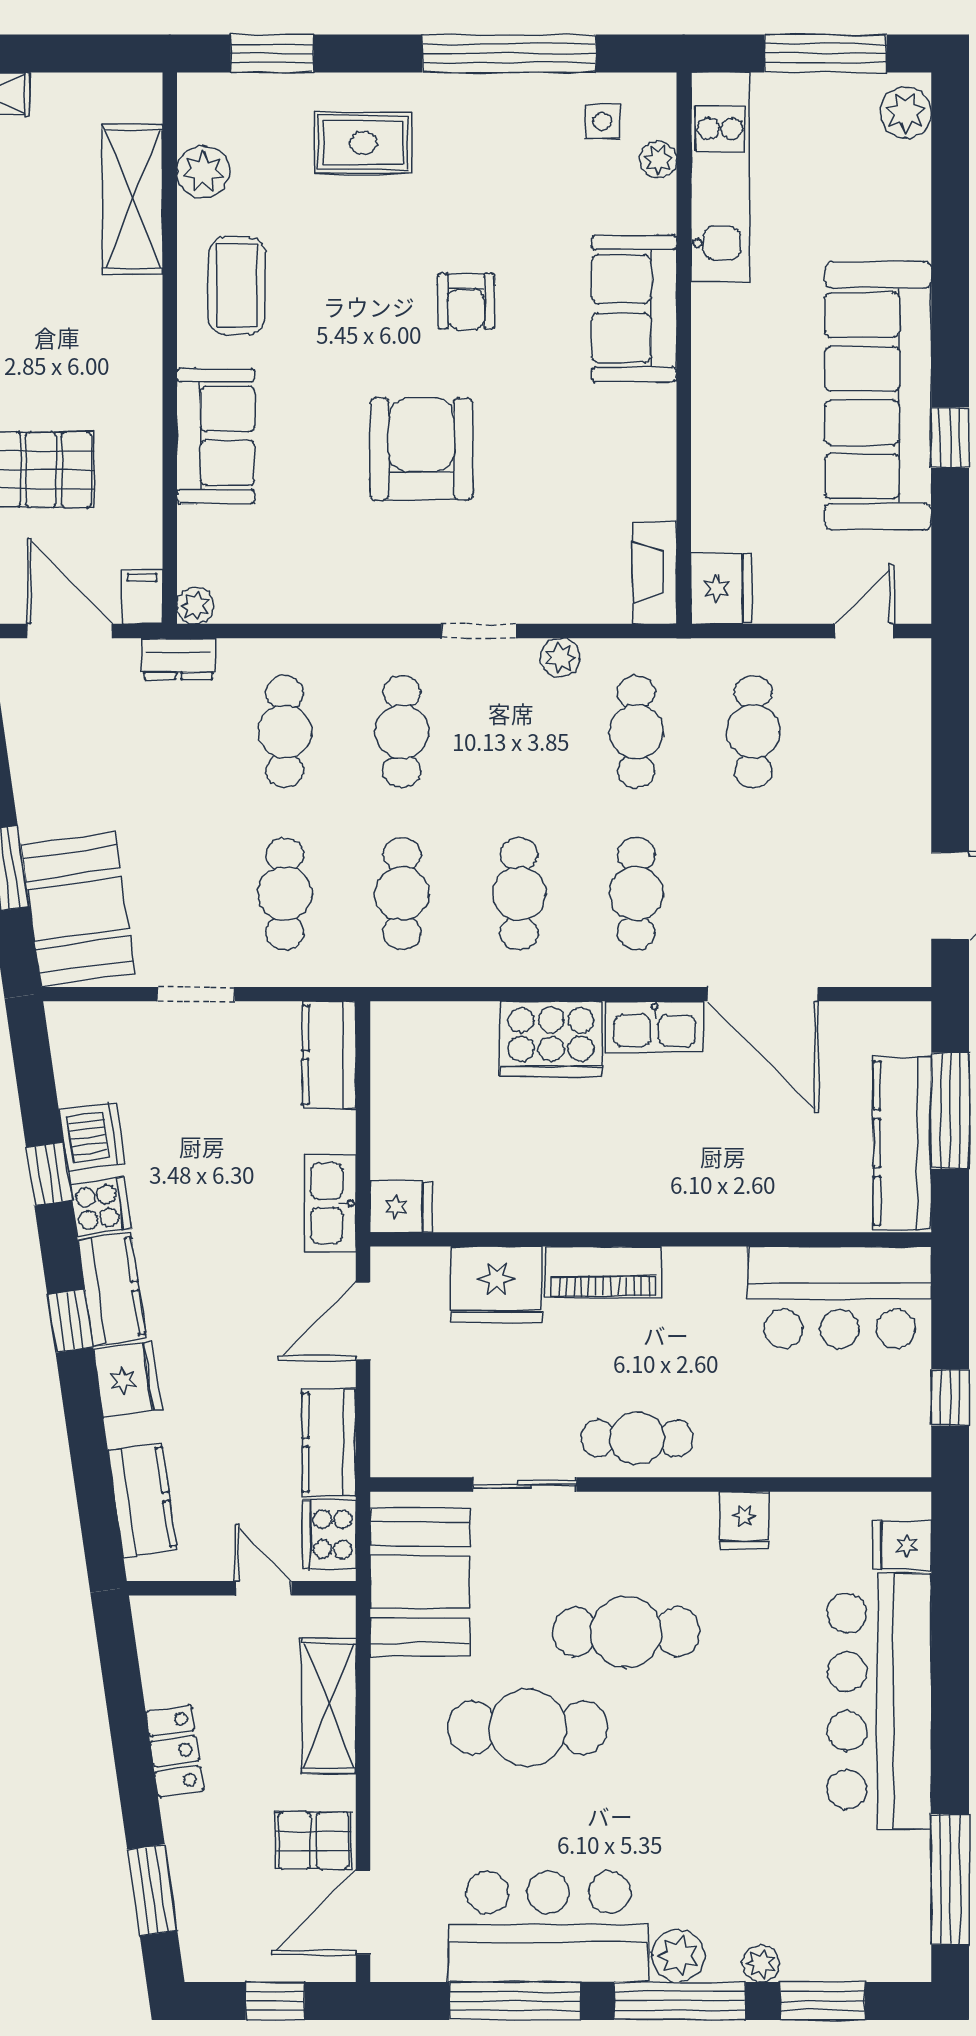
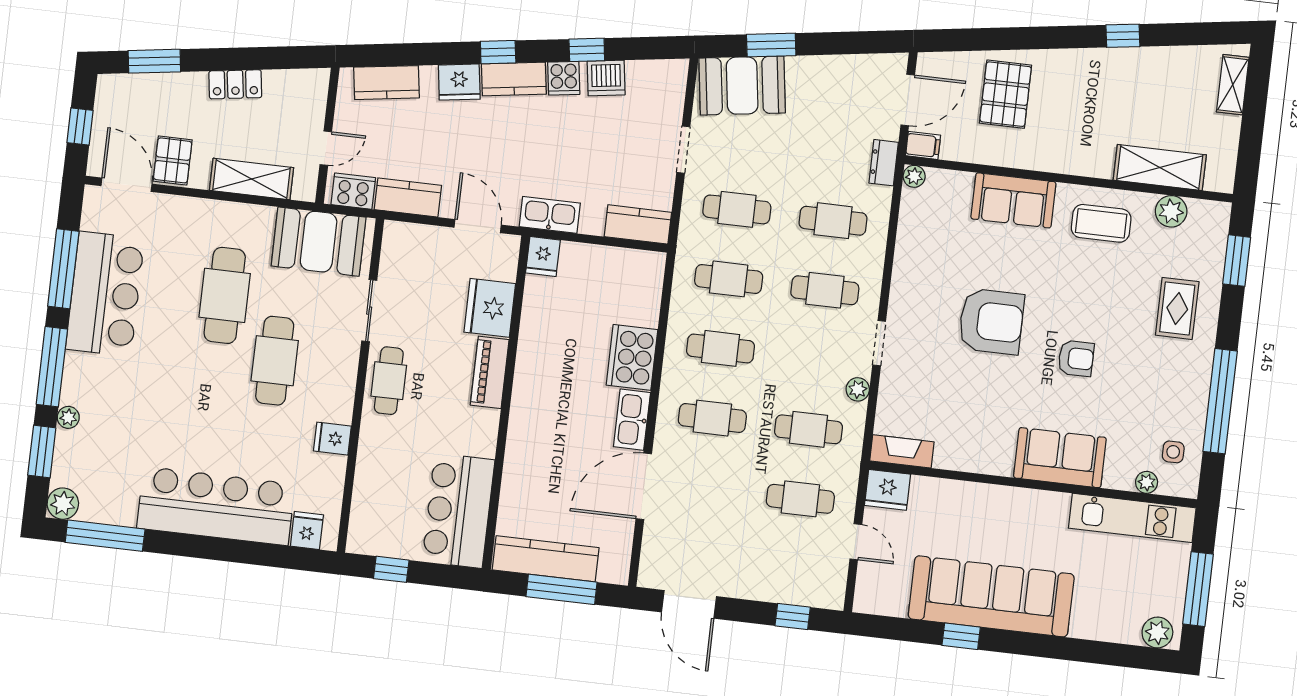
armchair: (466, 301) -> (1076, 358), turned 180
door: (865, 631) -> (856, 542), moved
window: (950, 721) -> (793, 616), added
plant: (678, 1956) -> (63, 504), moved

